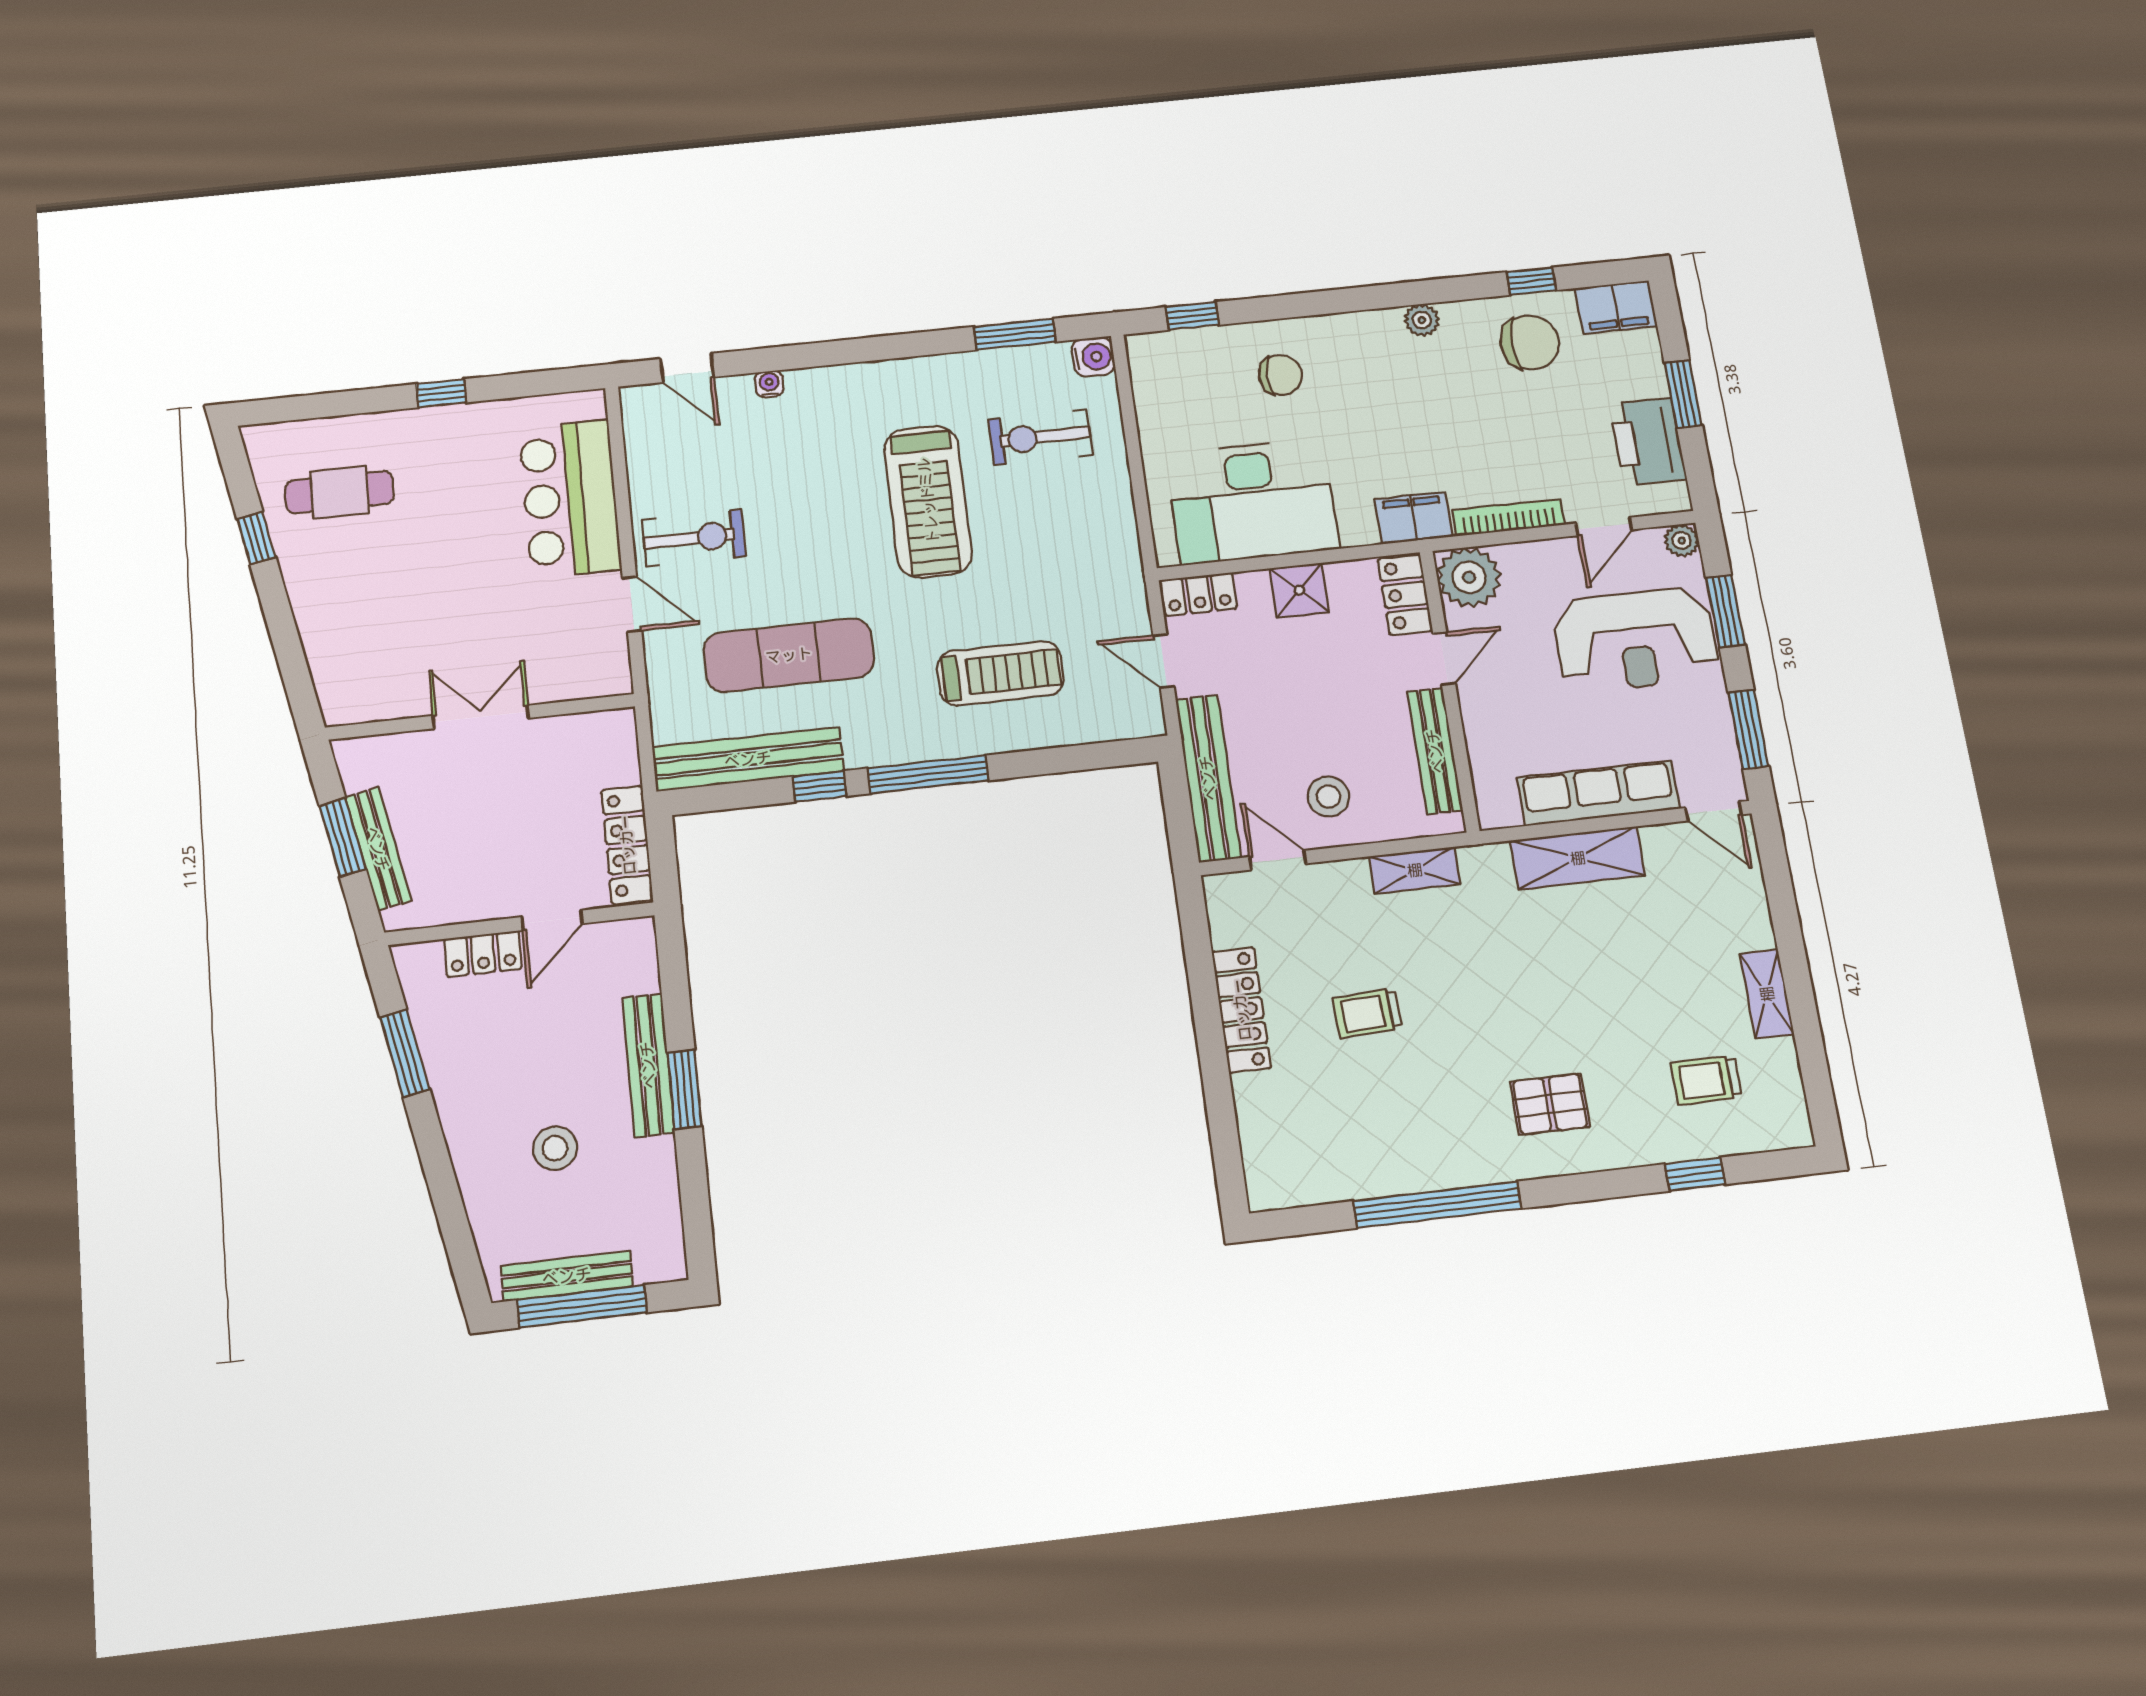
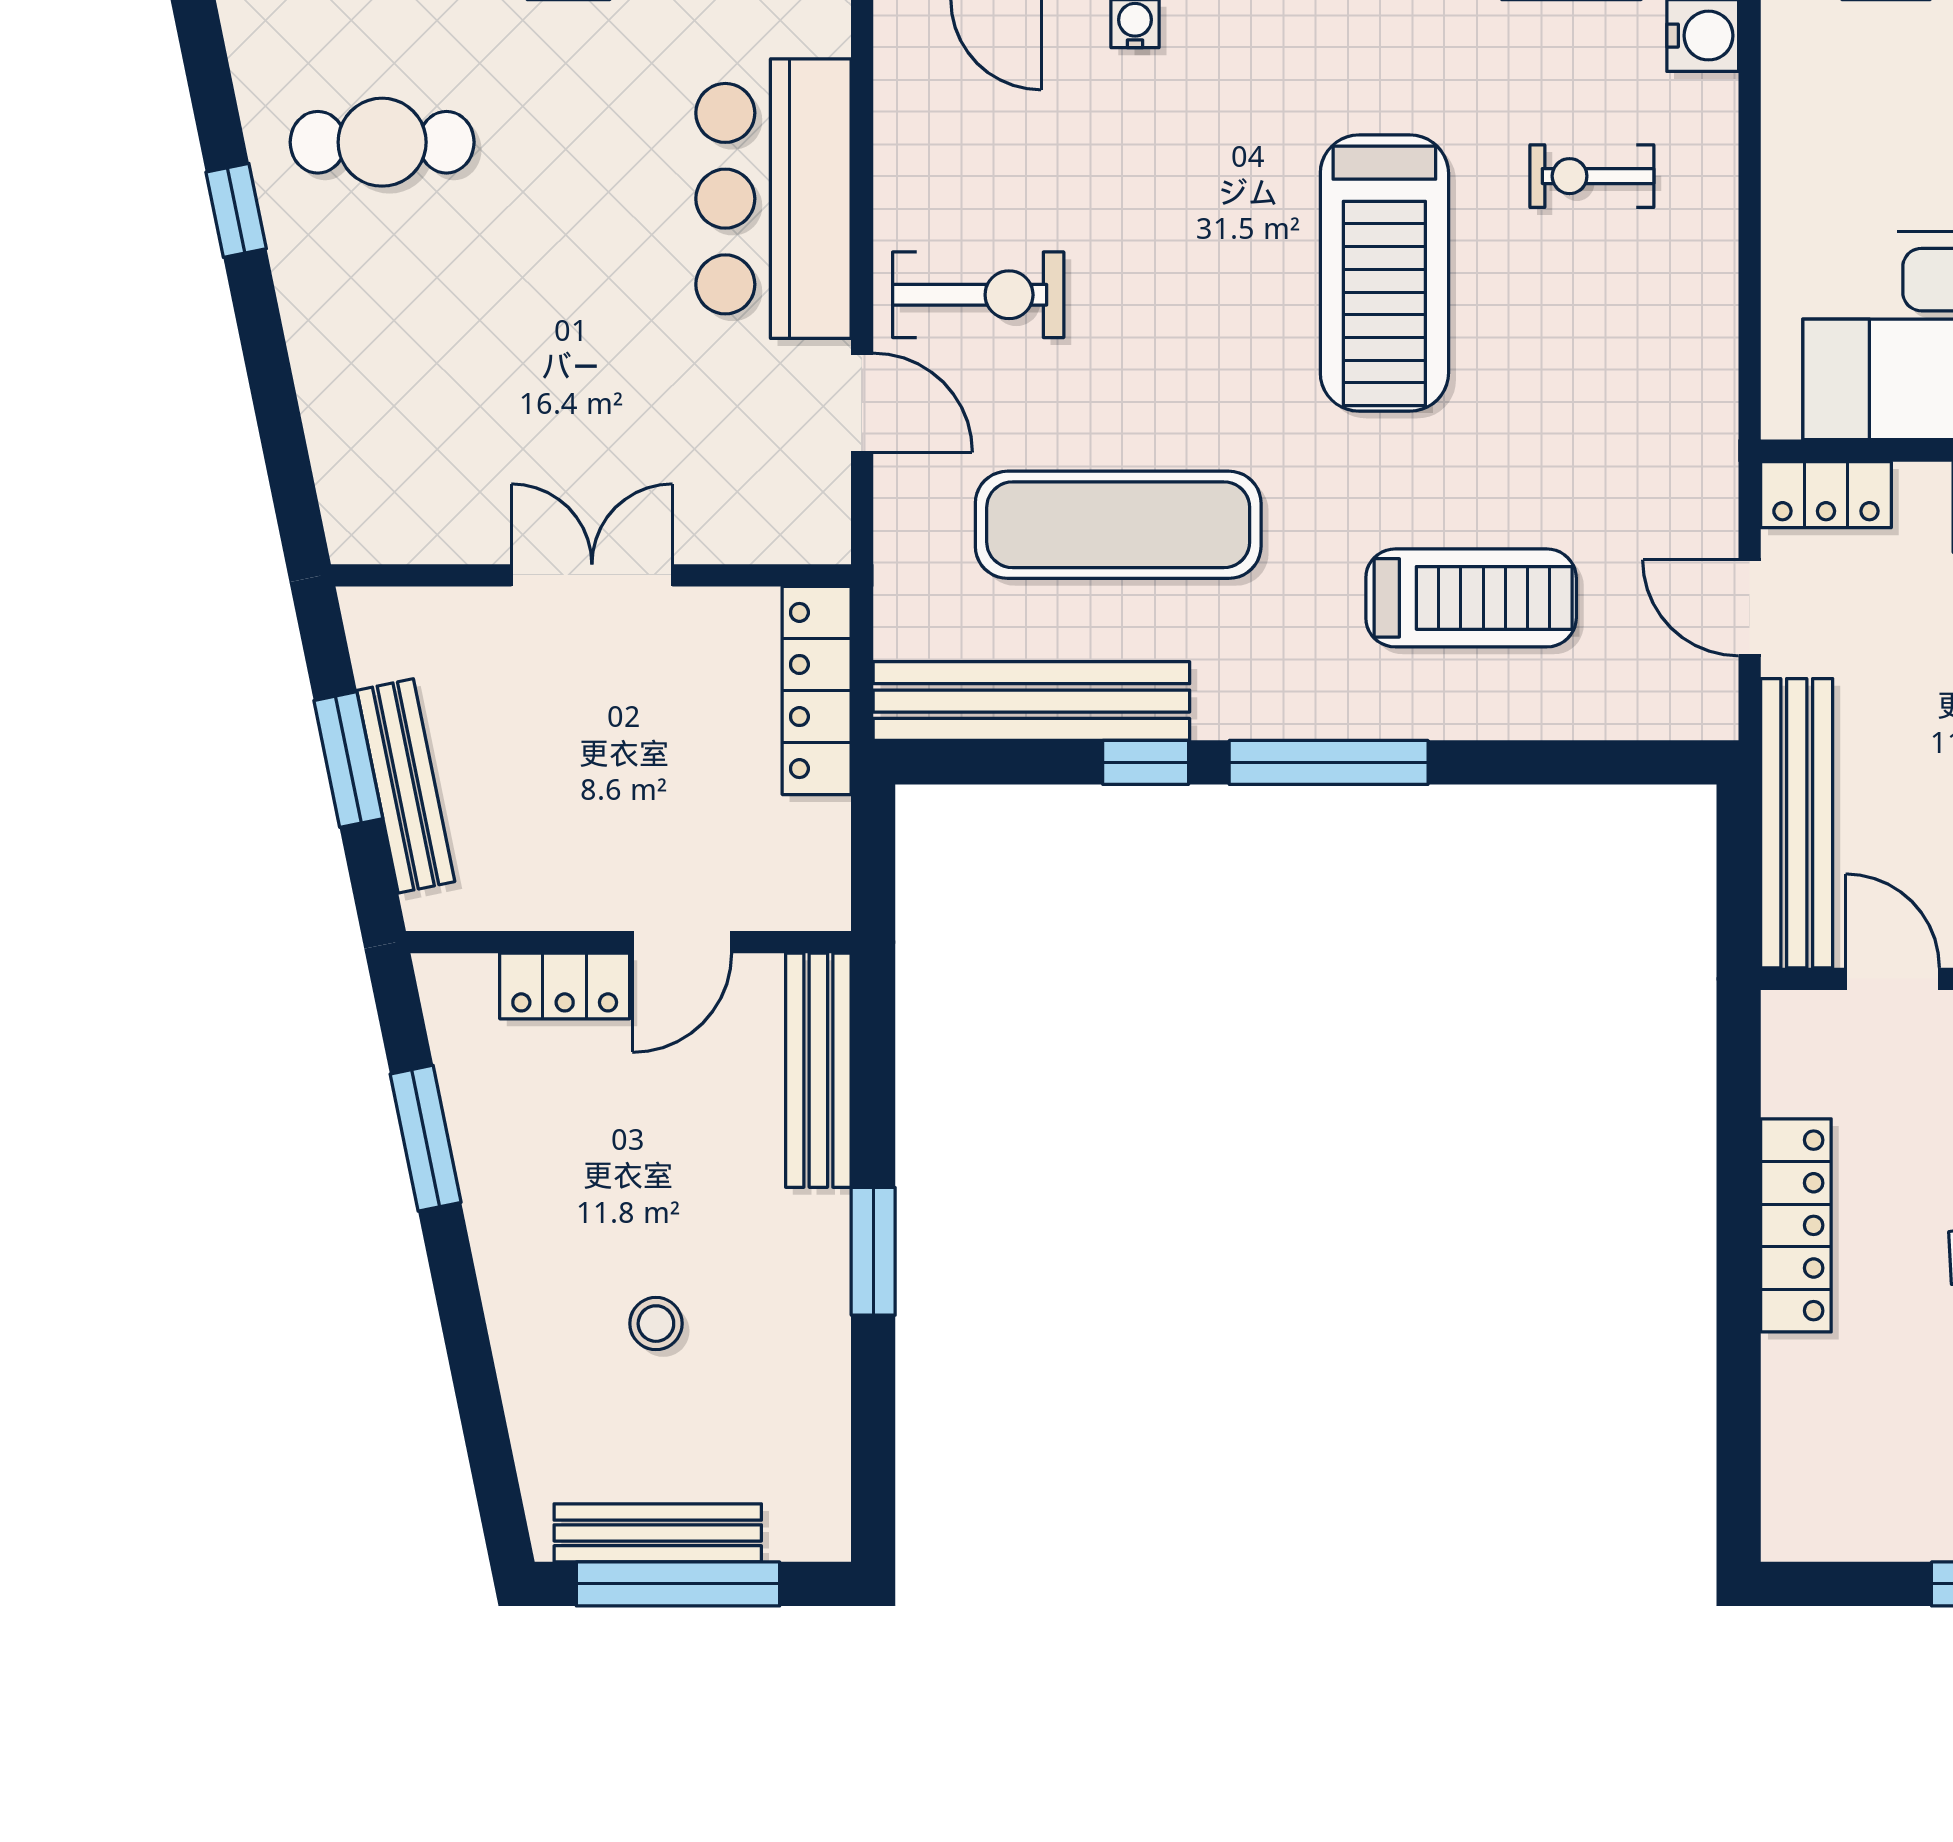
exercise bike: (1040, 437) -> (1592, 176), width x0.73, depth x0.72
locker: (627, 845) -> (817, 691), moved
bench: (648, 1065) -> (818, 1070), moved
stool: (555, 1148) -> (656, 1324), width x0.73, depth x0.73

